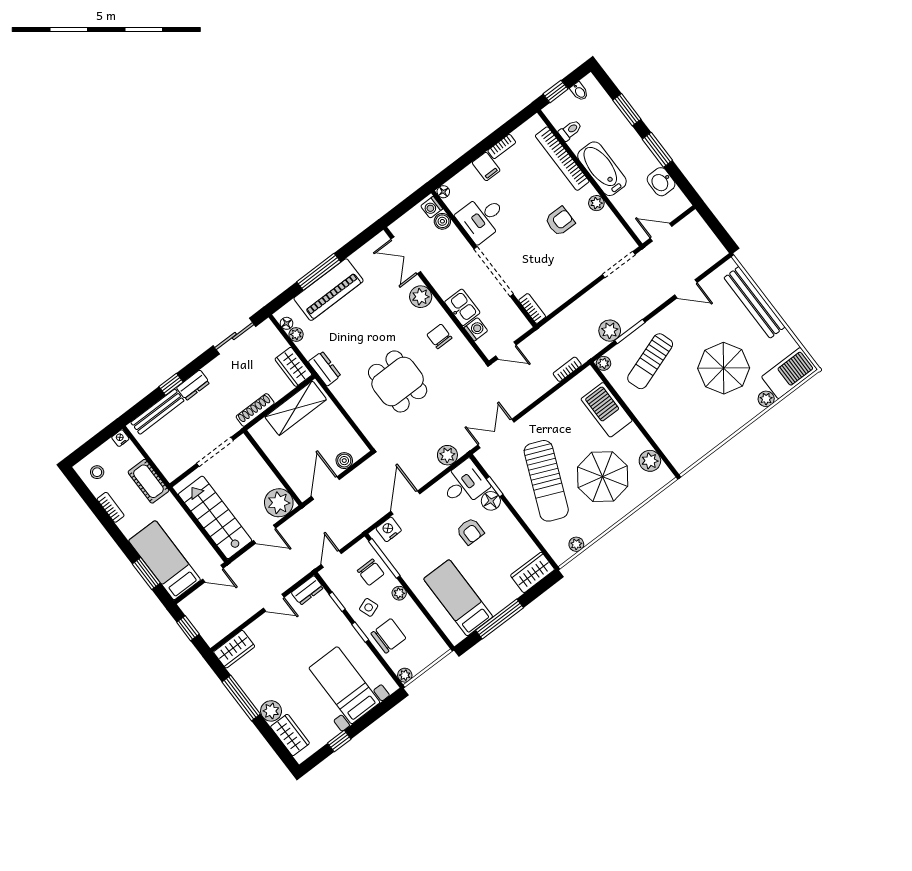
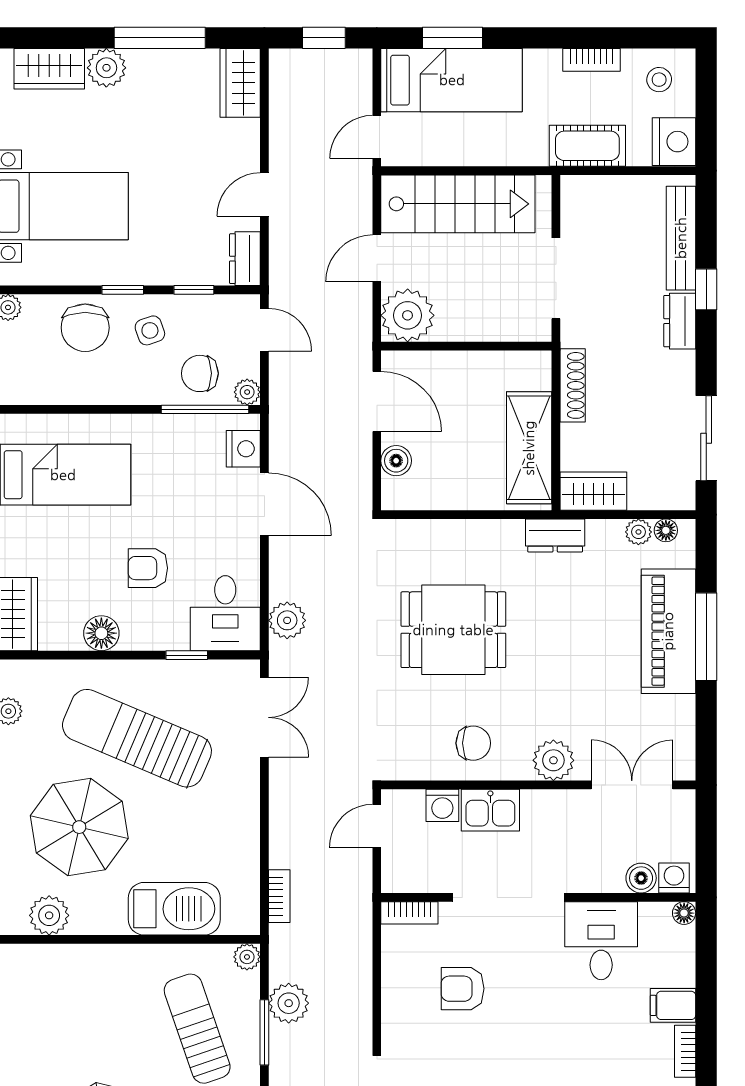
armchair: (560, 221) -> (463, 989), moved, turned 90
nightstand: (120, 438) -> (674, 142), width x1.89, depth x1.79
floor lamp: (491, 501) -> (101, 633), moved
plant: (399, 593) -> (247, 392), moved

